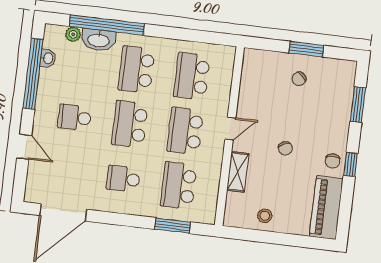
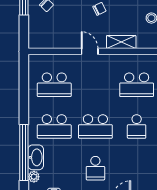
school desk: (185, 131) -> (95, 85), removed

